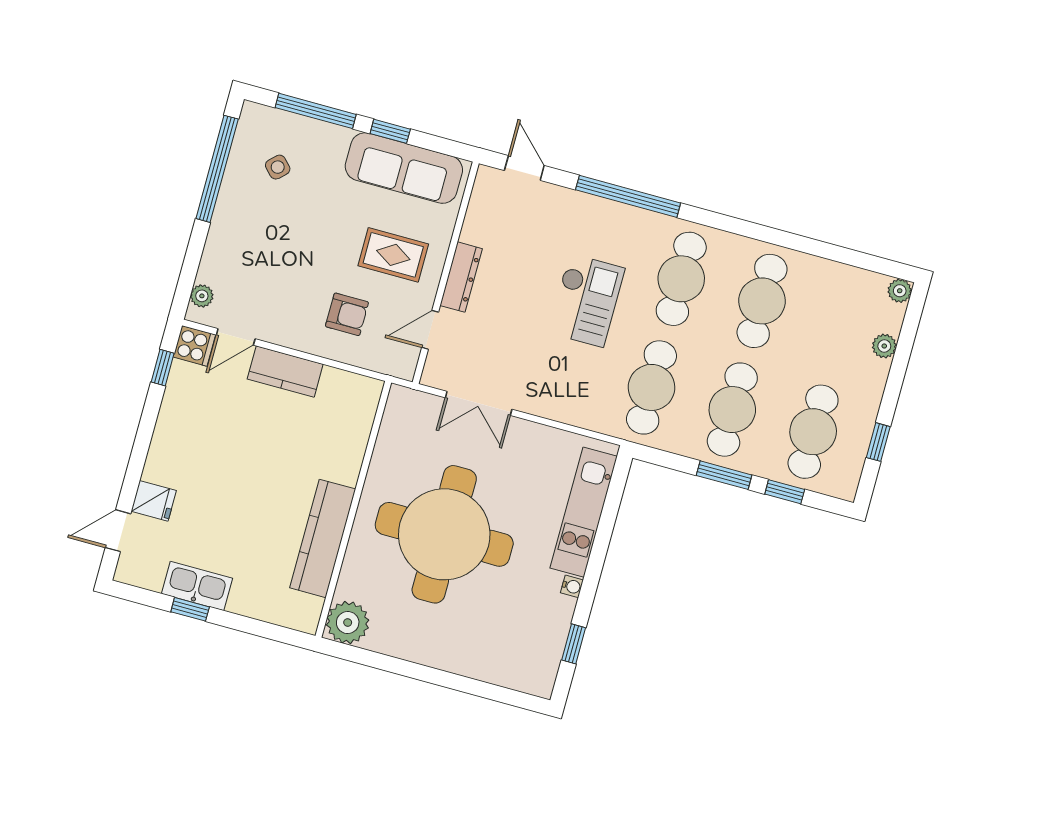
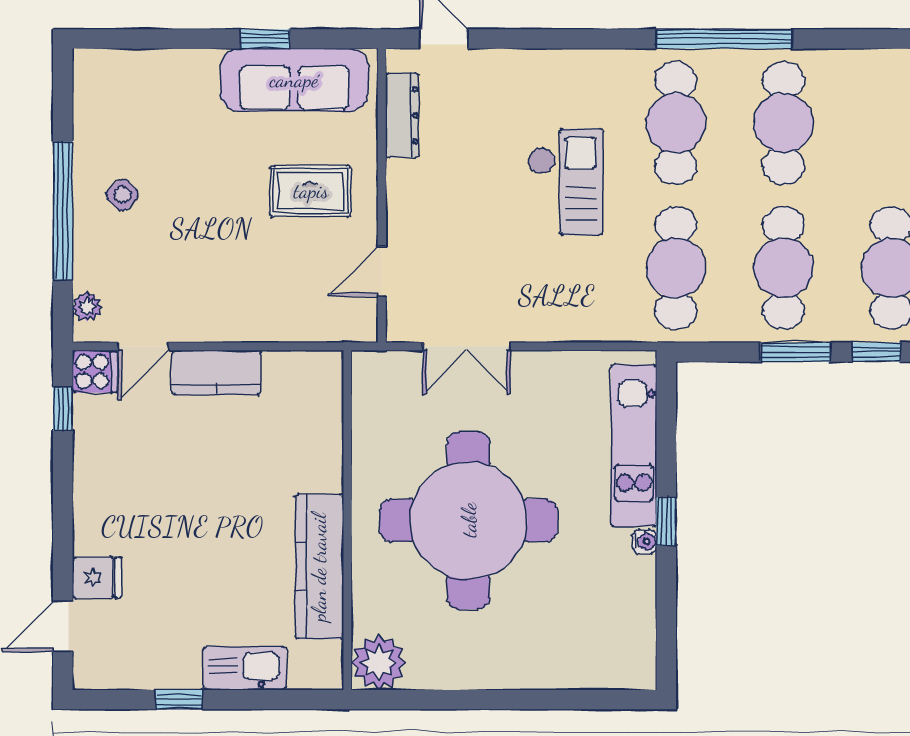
window: (316, 111) -> (165, 39), removed
side table: (278, 167) -> (122, 195), moved
window: (217, 169) -> (63, 211), moved
window: (628, 196) -> (724, 39), moved
dresser: (461, 277) -> (402, 115), moved
armchair: (347, 314) -> (273, 281), removed
kitchen sink: (197, 586) -> (245, 668), moved
window: (574, 644) -> (666, 521), moved

